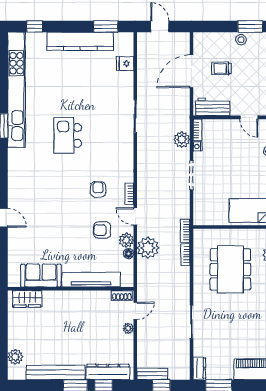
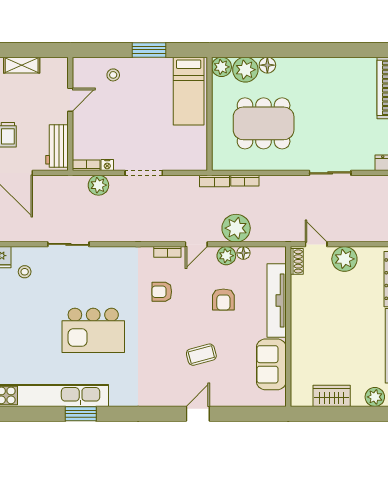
stool: (114, 82) -> (25, 272), added
kitchen island: (68, 135) -> (93, 330), width x1.37, depth x1.28
coffee table: (49, 220) -> (201, 355), added
armchair: (102, 230) -> (223, 299), moved
wardrobe: (27, 299) -> (332, 396), moved, turned -90
plant: (128, 328) -> (344, 259), width x1.88, depth x1.88

